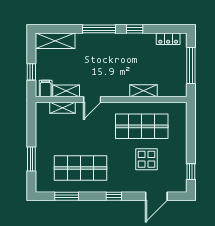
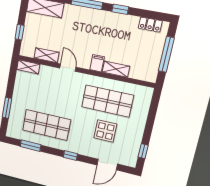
filing cabinet: (46, 88) -> (97, 63), moved
door: (92, 99) -> (68, 68), swing flipped
shelving: (63, 108) -> (28, 67), moved

